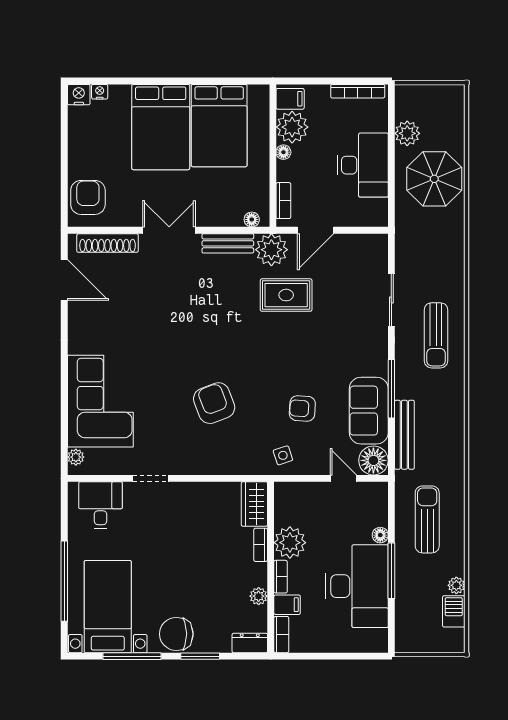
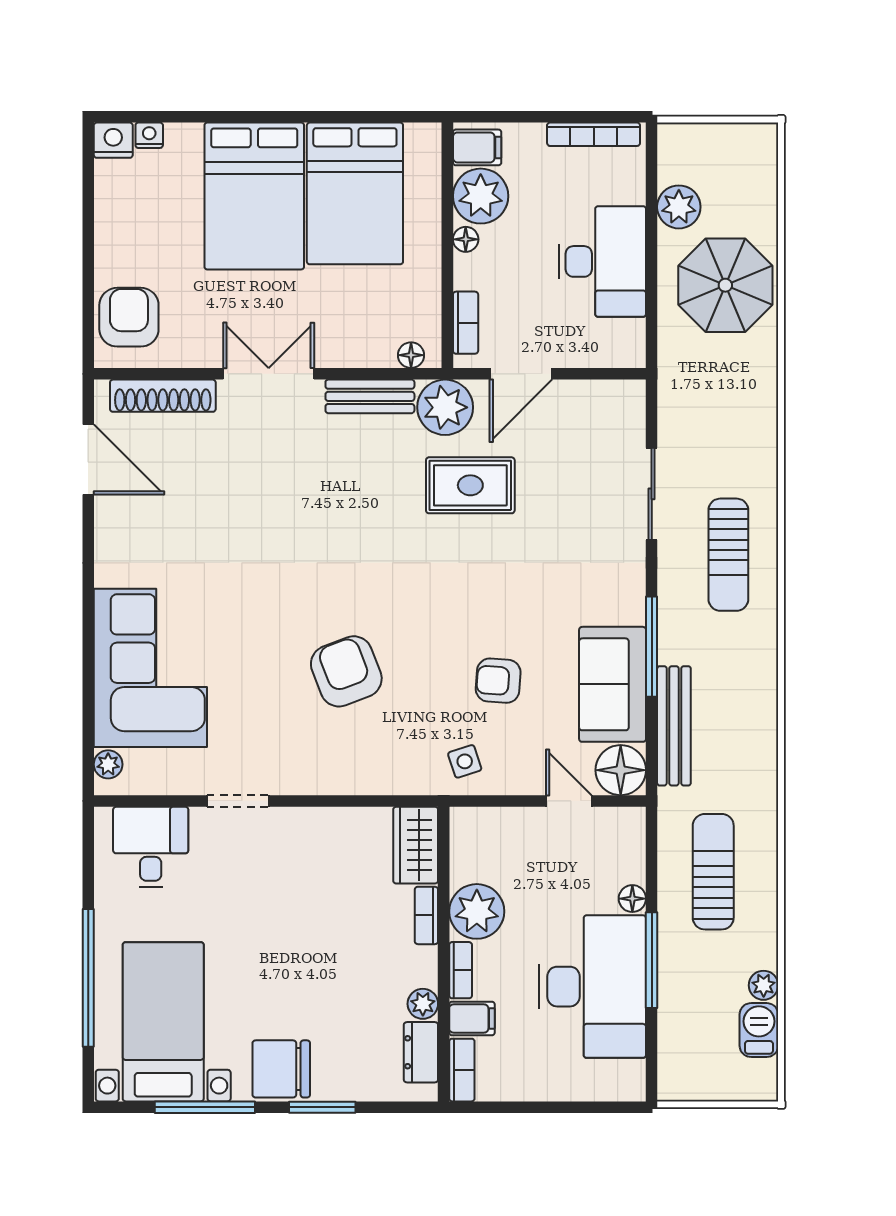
dresser: (250, 643) -> (421, 1052), moved, turned -90

